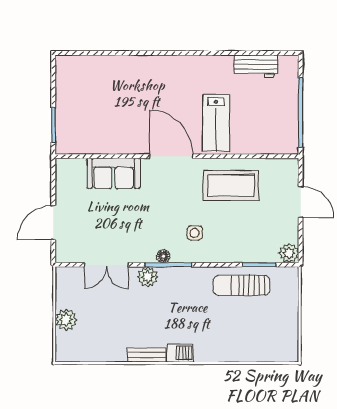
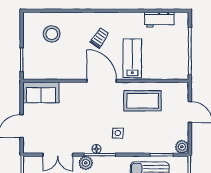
stool: (98, 87) -> (52, 34), added
trolley: (168, 93) -> (100, 38), added
lab bench: (216, 123) -> (132, 58), turned 180
sofa: (113, 173) -> (41, 92), moved

